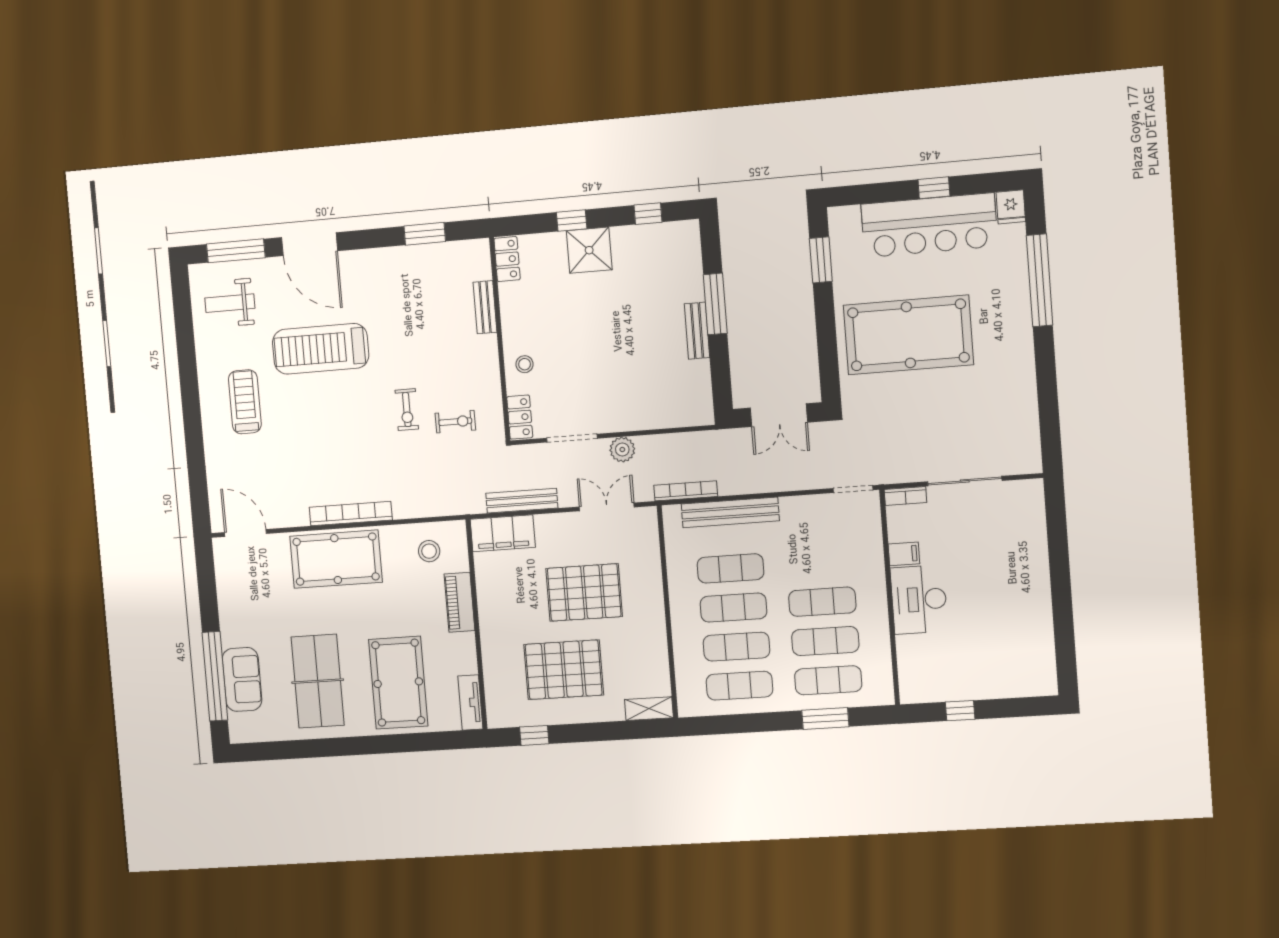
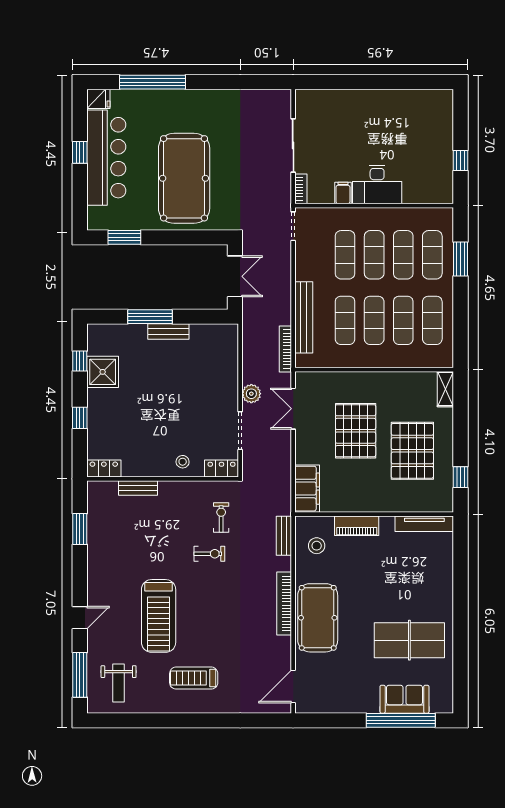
door: (310, 244) -> (80, 618), width x0.53
shower: (589, 250) -> (103, 372), moved
bench: (522, 501) -> (284, 536), moved, width x0.73
exercise mat: (819, 562) -> (345, 255), added
pool table: (398, 683) -> (414, 578), removed
tv unit: (470, 703) -> (424, 524), width x1.41

